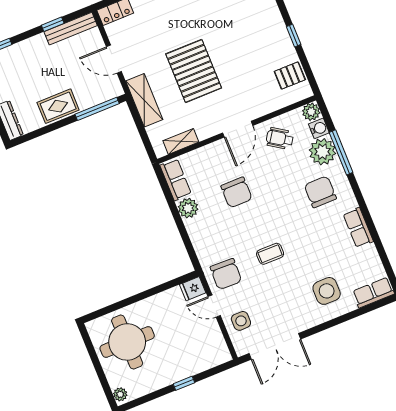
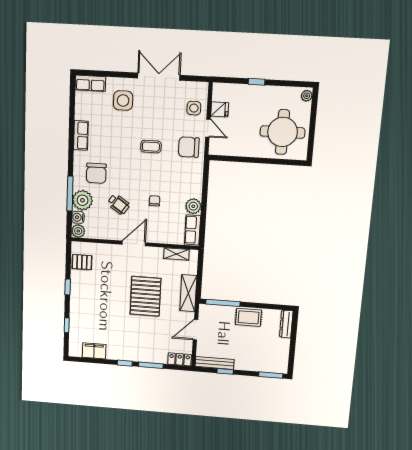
door: (114, 59) -> (195, 330), swing flipped
wheelchair: (280, 138) -> (118, 204), moved
chair: (237, 192) -> (155, 201), width x0.54, depth x0.54
chair: (226, 274) -> (189, 147), turned -92
fridge: (193, 289) -> (220, 109), moved
double door: (275, 346) -> (159, 77), moved

